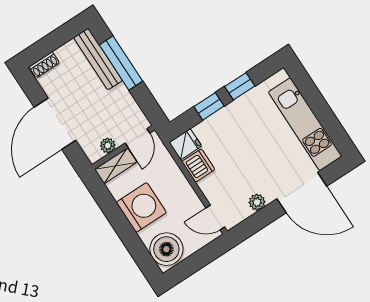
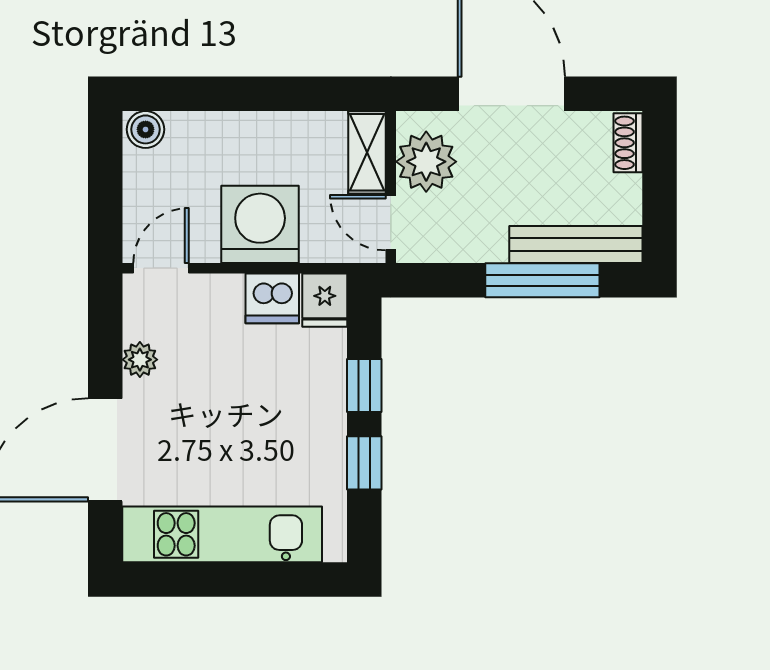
plant: (108, 145) -> (426, 162), width x1.87, depth x1.87
washing machine: (141, 207) -> (260, 224), moved, turned 180
boiler: (166, 249) -> (146, 129), width x0.54, depth x0.54

